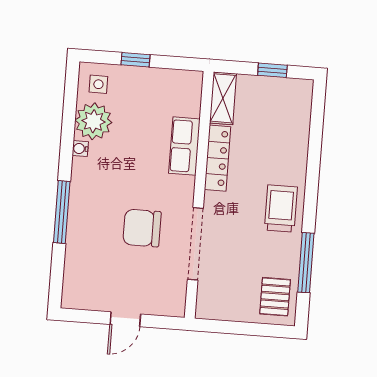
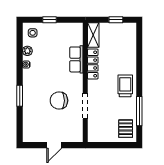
plant: (93, 121) -> (27, 51), width x0.53, depth x0.53
window: (62, 212) -> (20, 96), width x0.69
doorway: (195, 244) -> (85, 106), width x0.73

